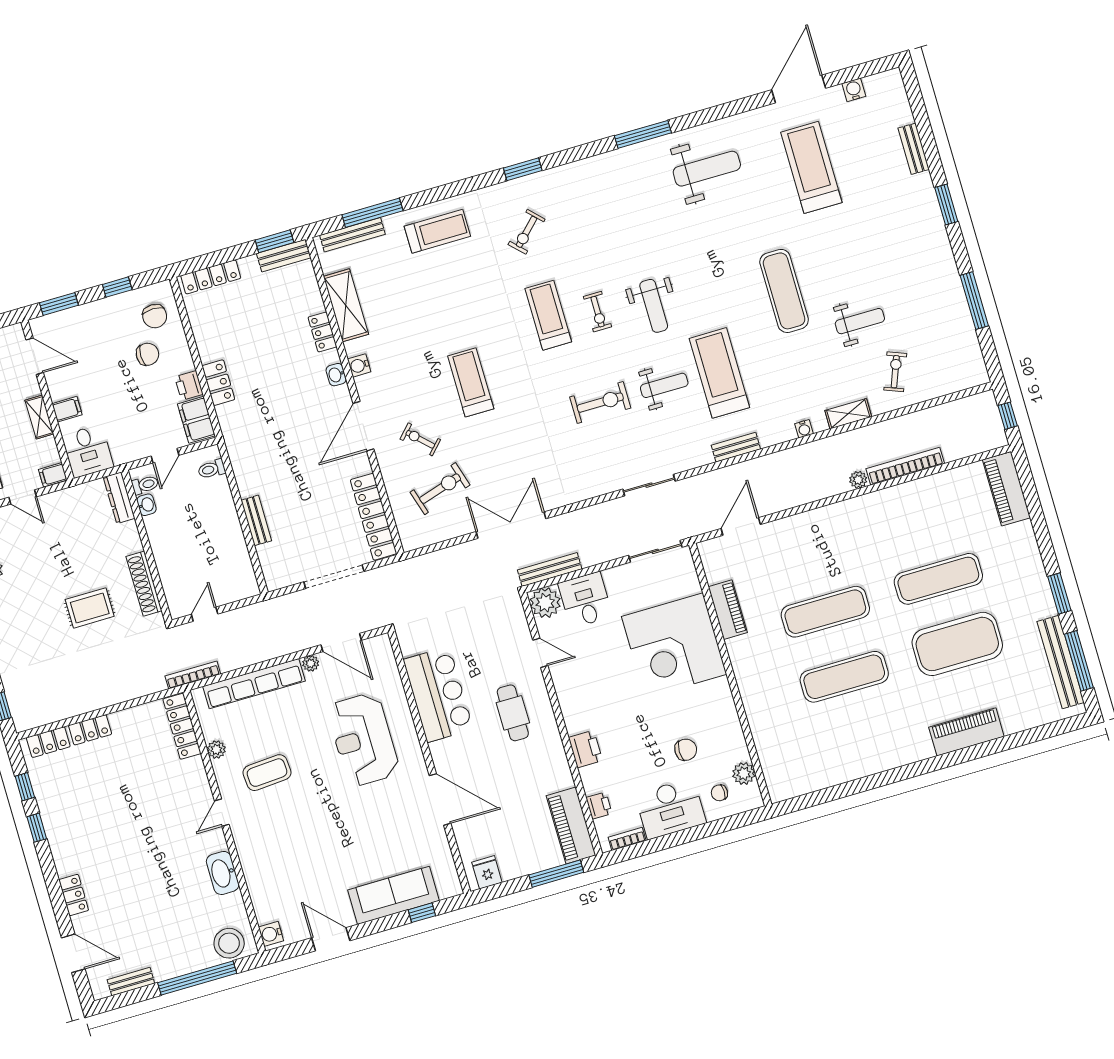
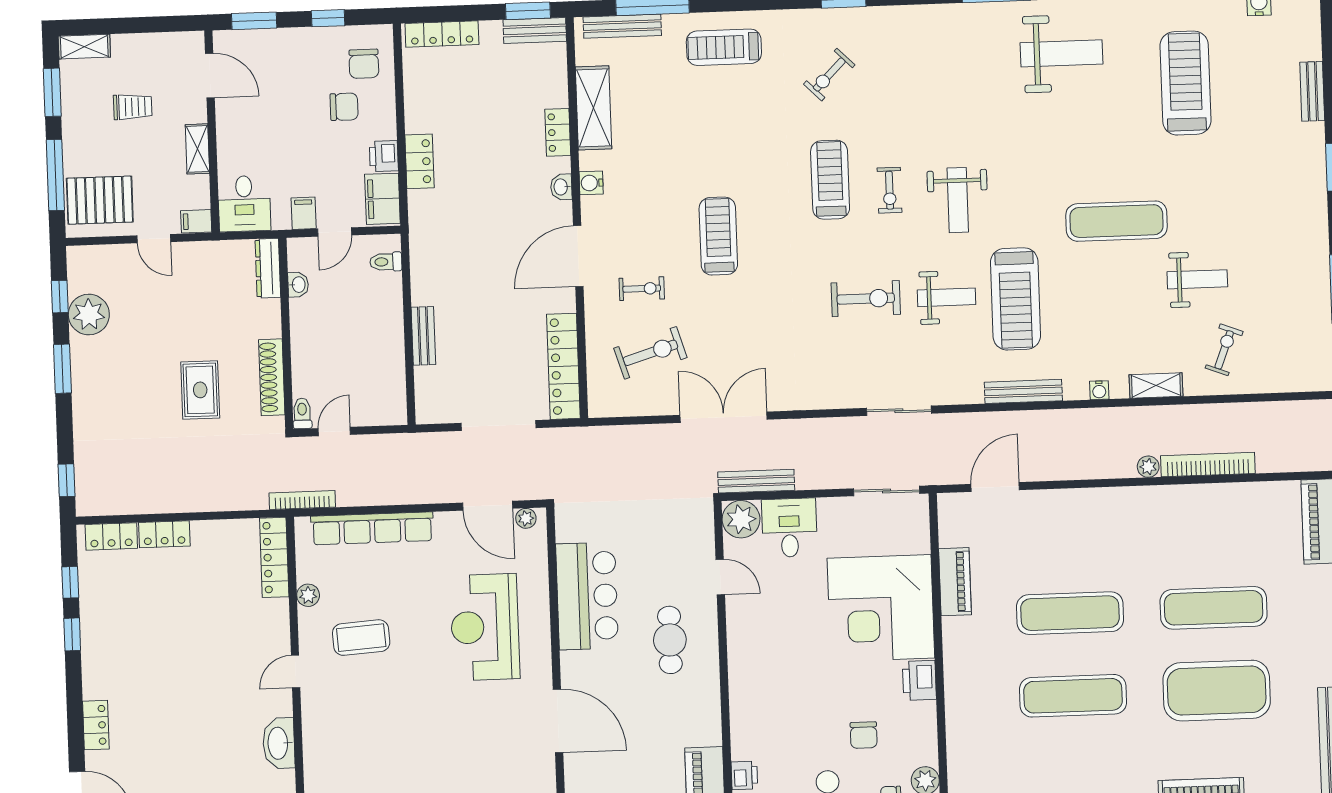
treadmill: (437, 231) -> (724, 47), turned 180
exercise mat: (784, 291) -> (1117, 221), turned 90
treadmill: (719, 373) -> (1015, 299), turned 180
filing cabinet: (67, 409) -> (304, 213), moved, turned -90
exercise bike: (420, 439) -> (642, 289), turned 136
bench: (736, 447) -> (1023, 391), width x1.36
toilet: (145, 485) -> (302, 413), moved, turned -90
rug: (90, 608) -> (200, 390), turned 90
plant: (311, 663) -> (526, 518), moved
printer: (586, 749) -> (919, 680), moved, turned 180
chair: (686, 750) -> (864, 735), turned 90

